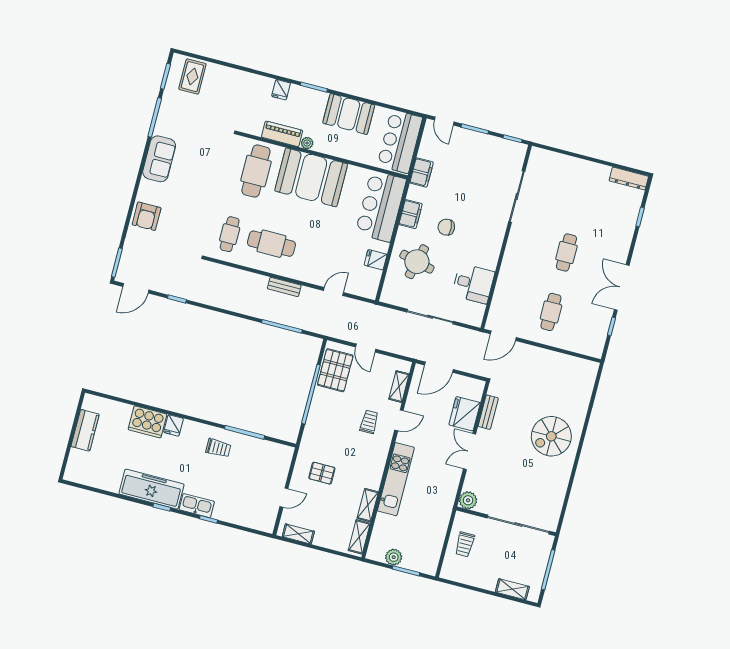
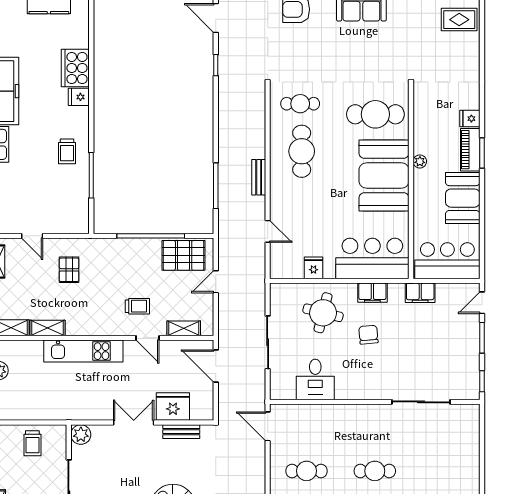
piano: (282, 134) -> (470, 150), moved, turned 180
trolley: (465, 544) -> (32, 443), turned -90

